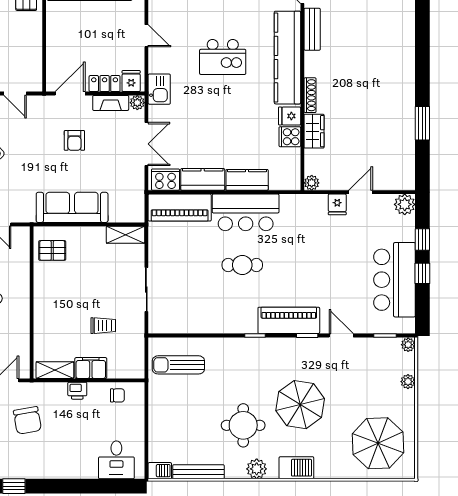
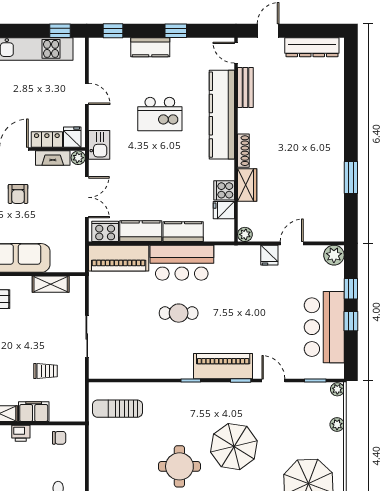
fridge: (290, 116) -> (224, 210), moved
shelving: (125, 235) -> (51, 284), moved

